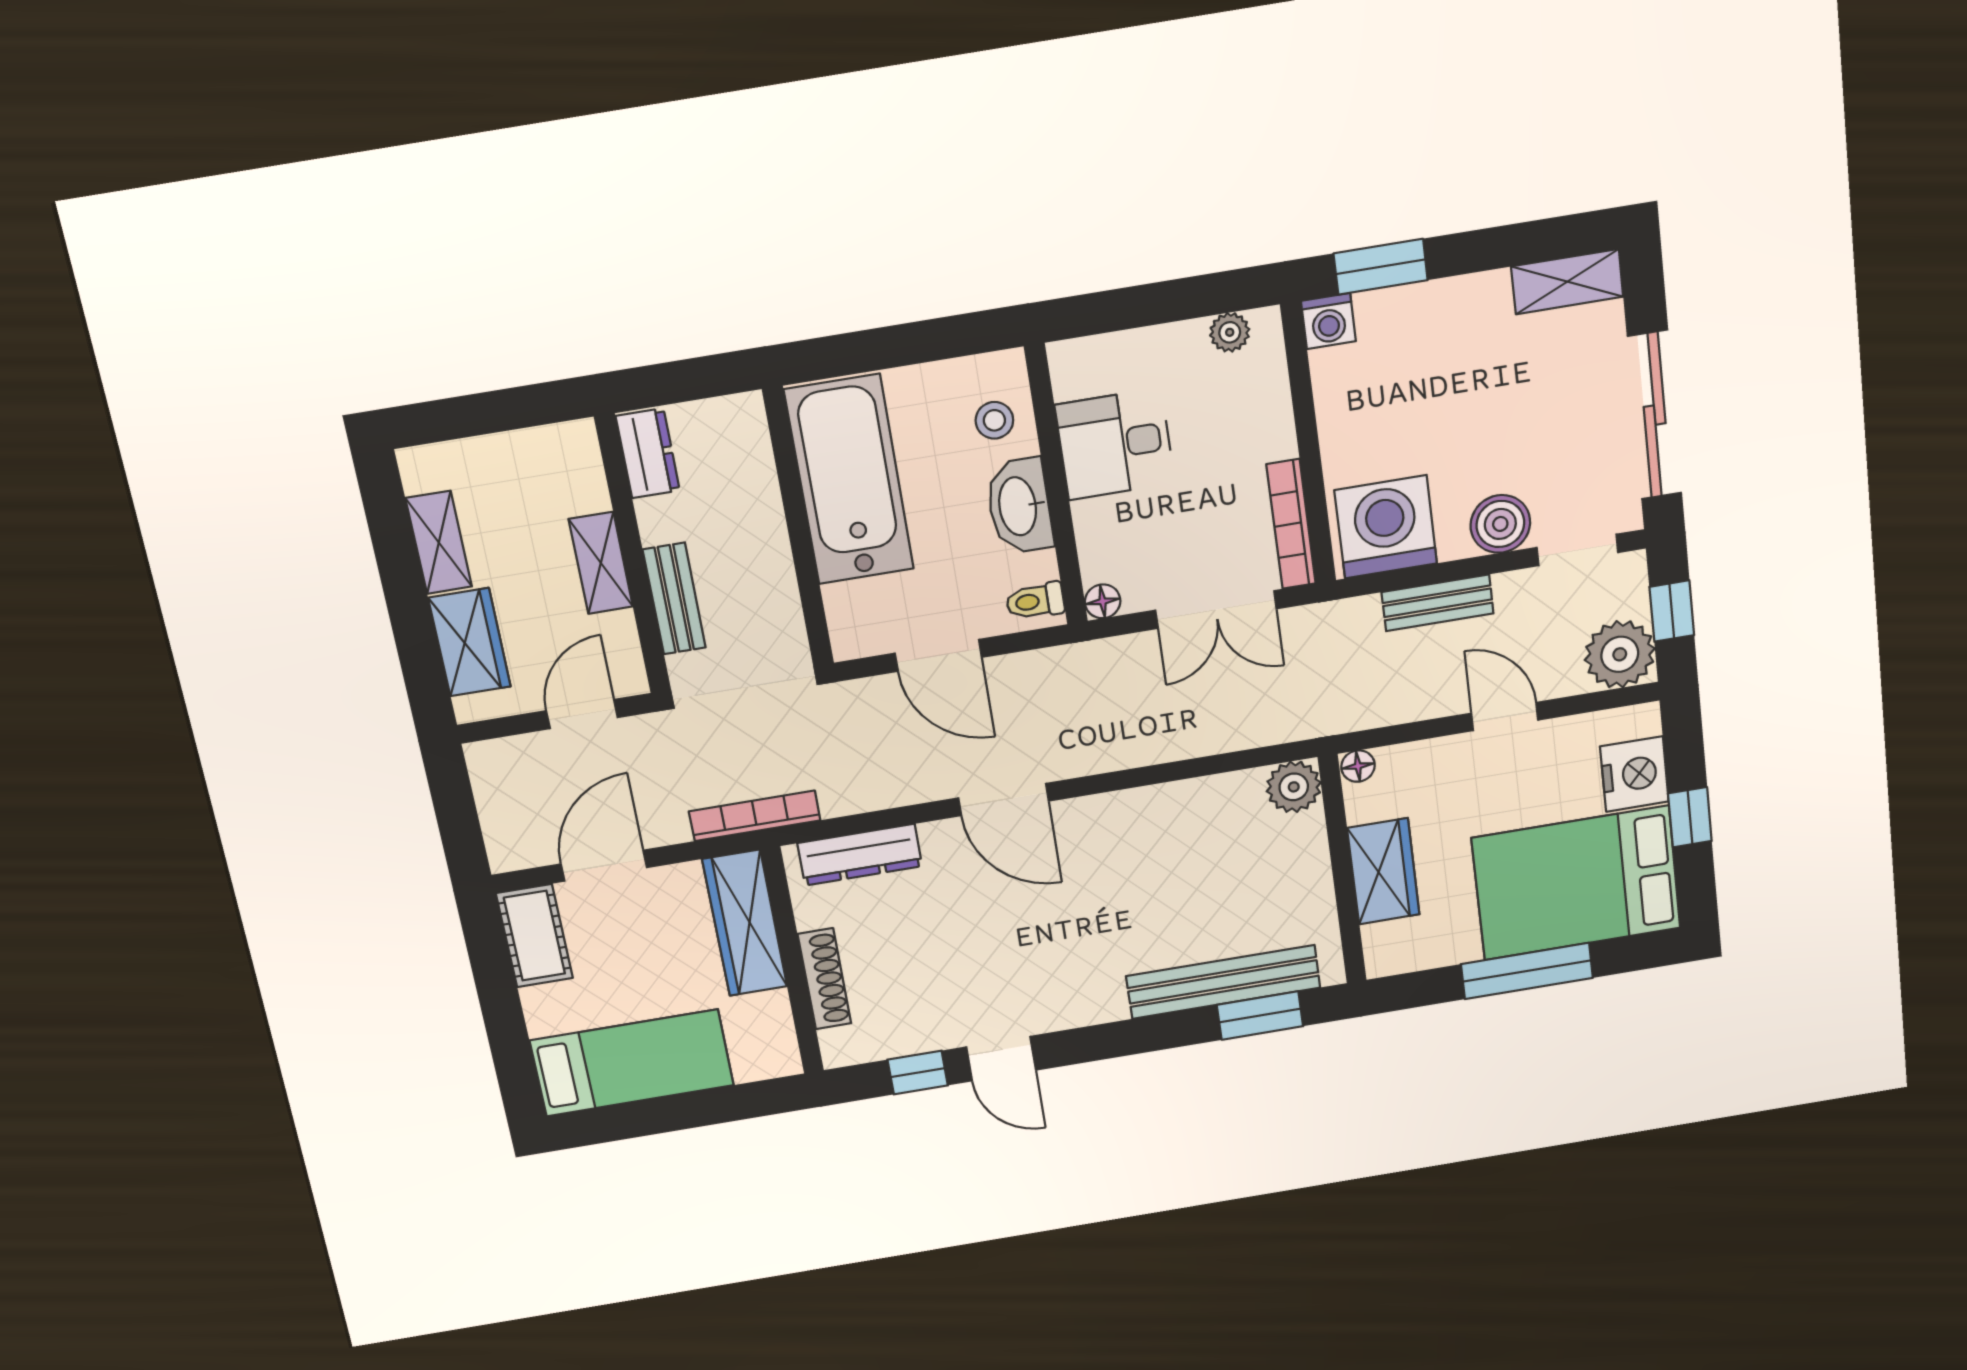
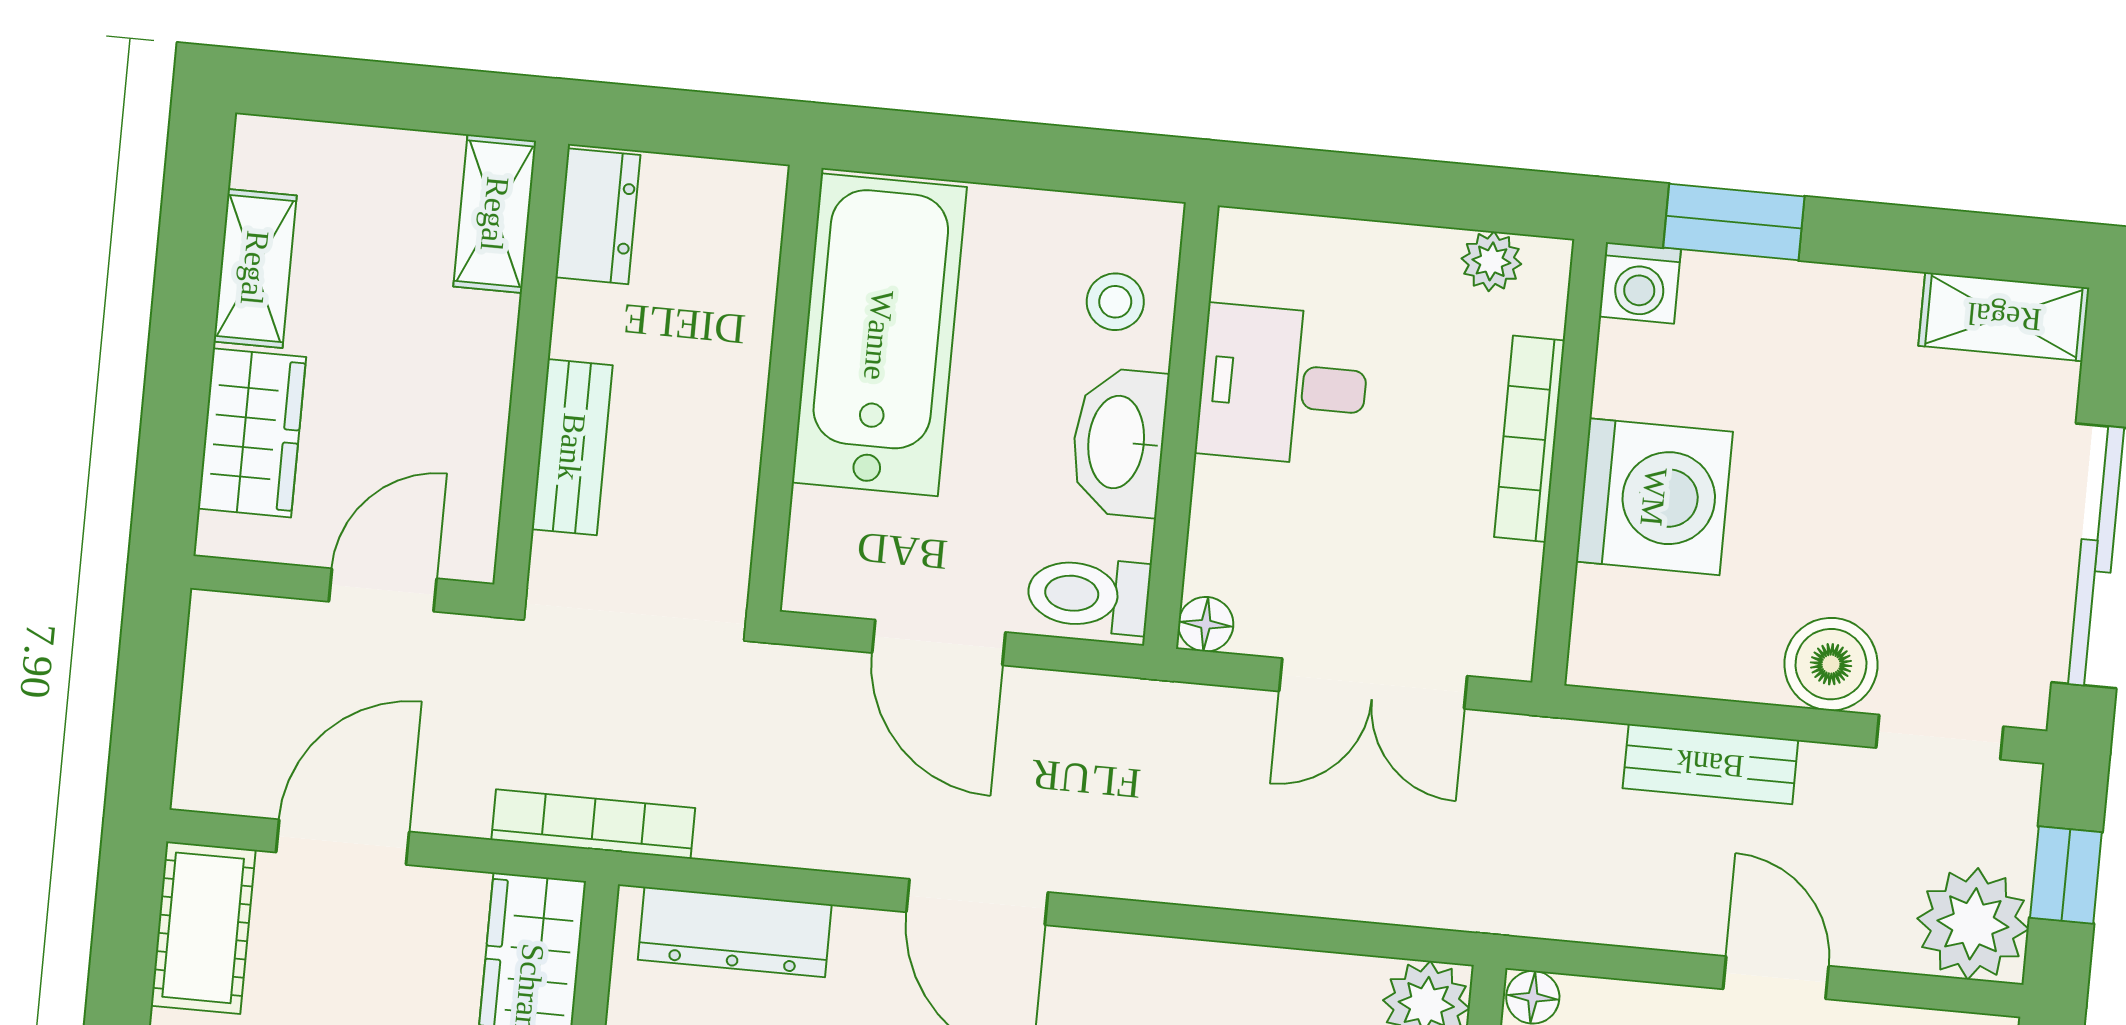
bookcase: (1291, 524) -> (1529, 439), moved
washing machine: (1386, 527) -> (1654, 497), moved, turned 90
shelving: (601, 563) -> (495, 214), moved
toilet: (1035, 601) -> (1089, 595), width x1.37, depth x1.39

